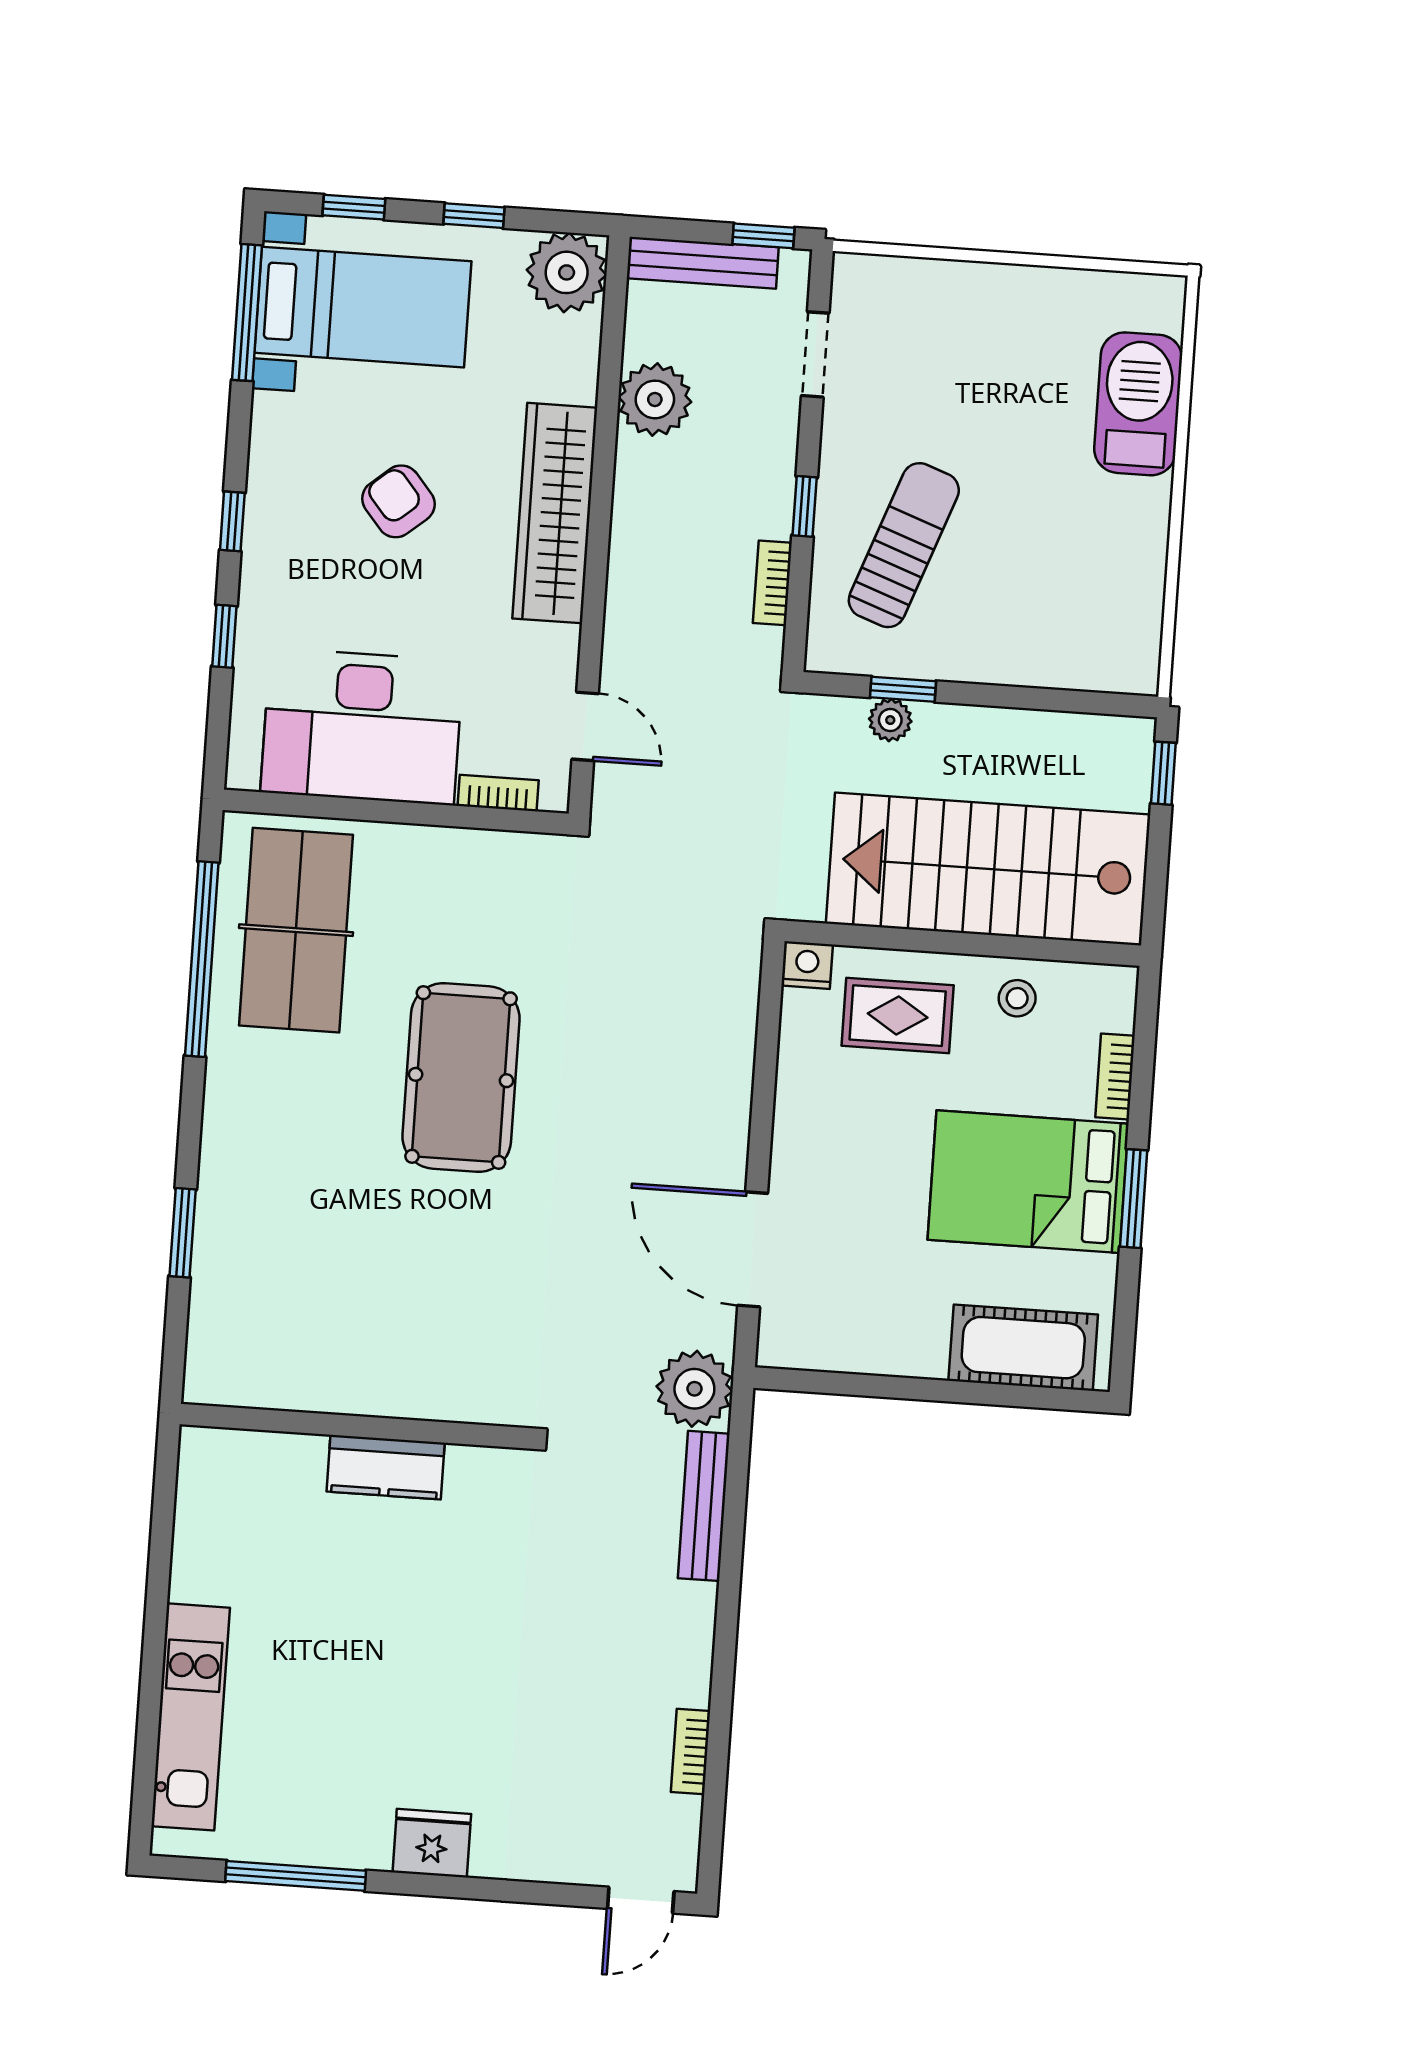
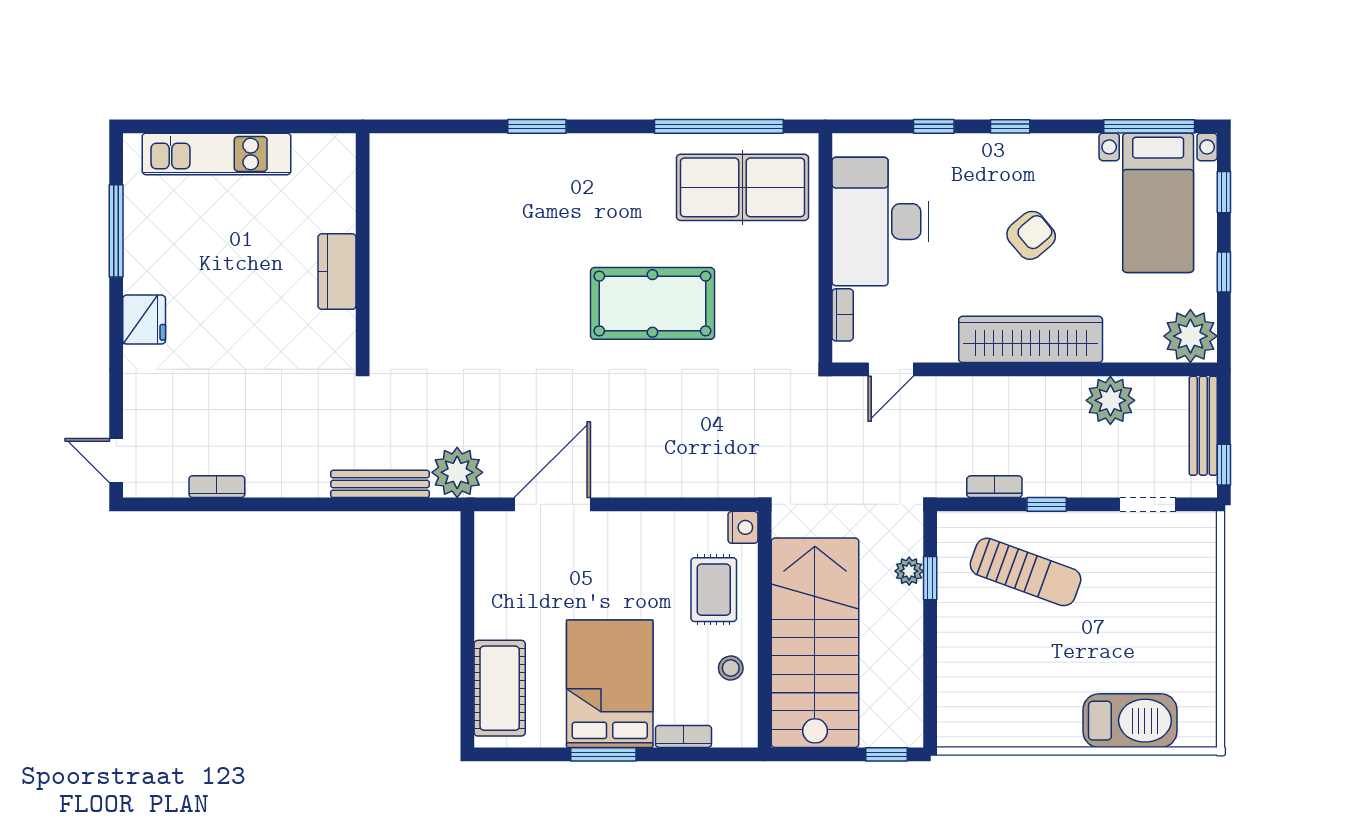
wall: (353, 1426) -> (363, 248), moved
kitchen counter: (386, 1467) -> (337, 272), moved

